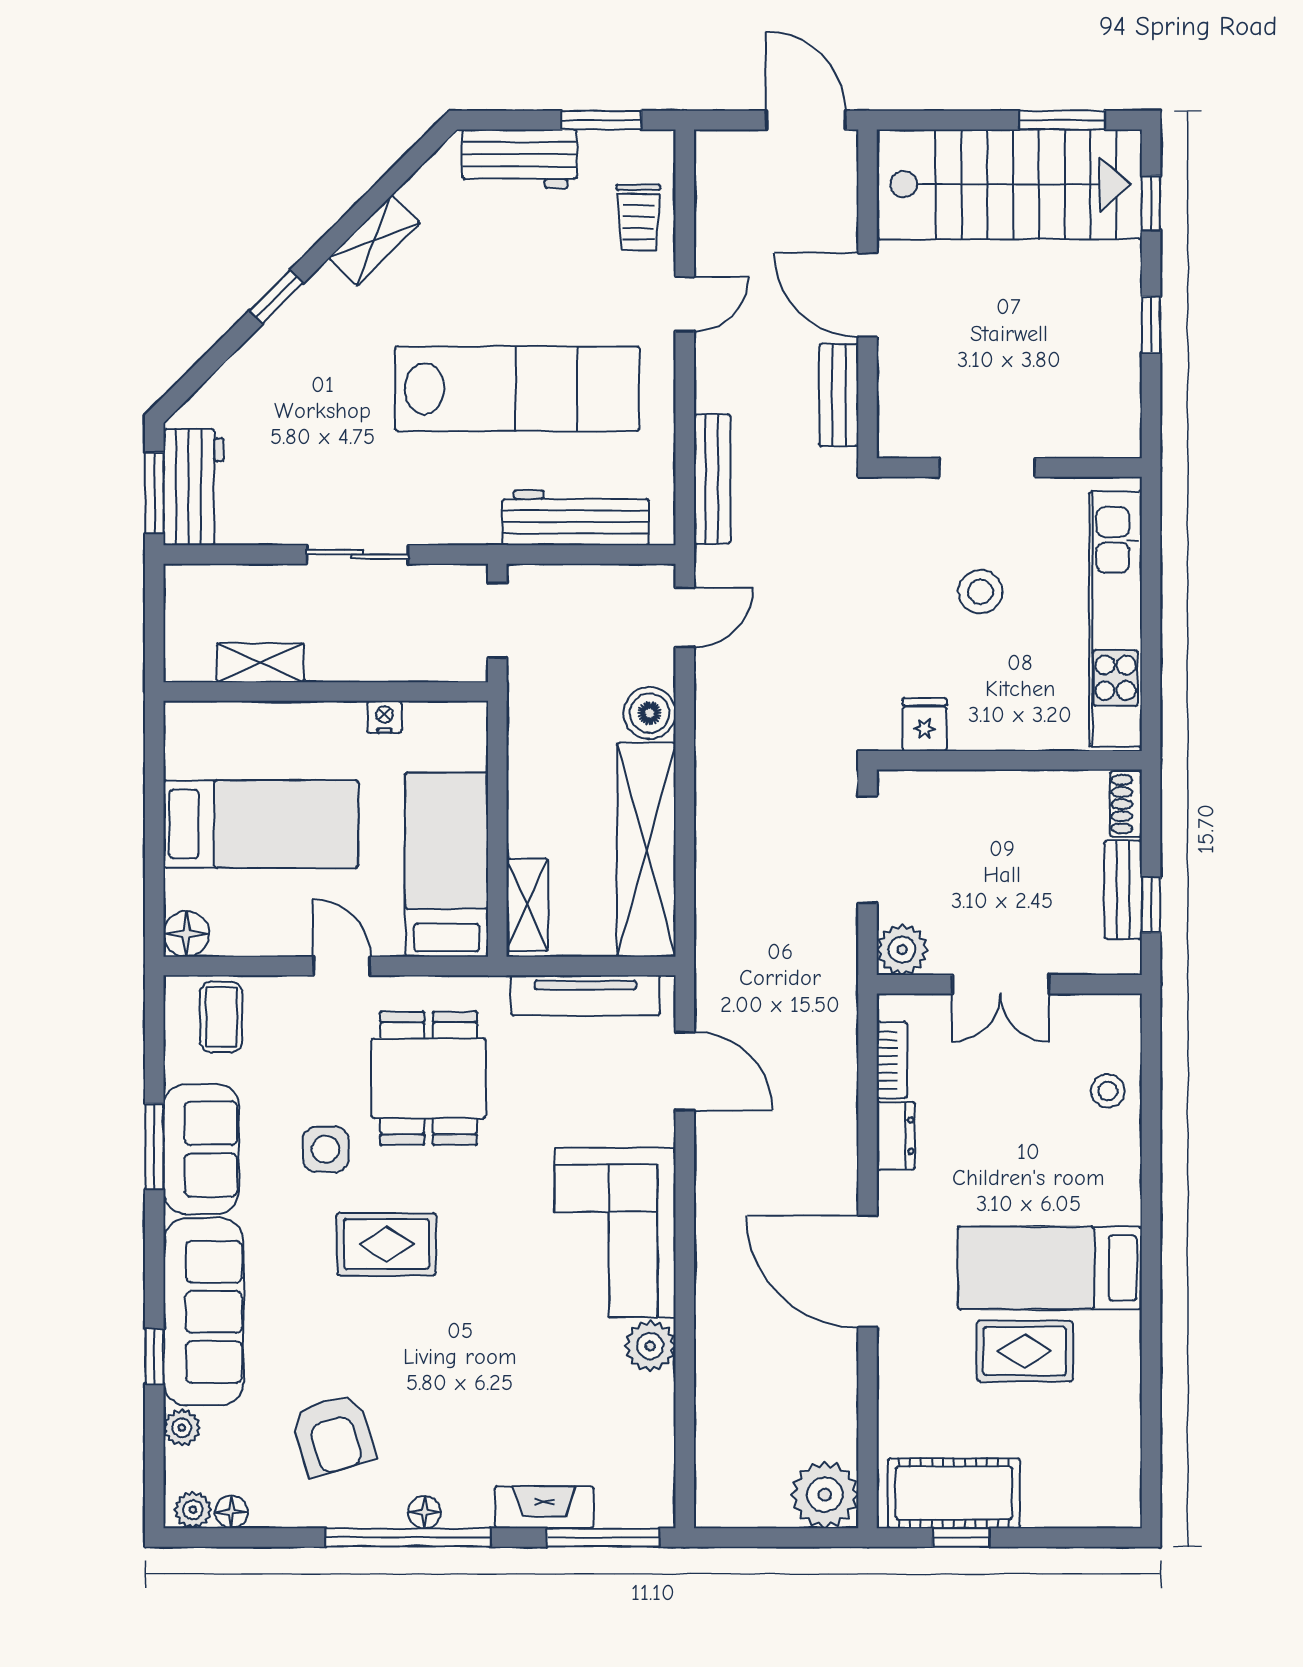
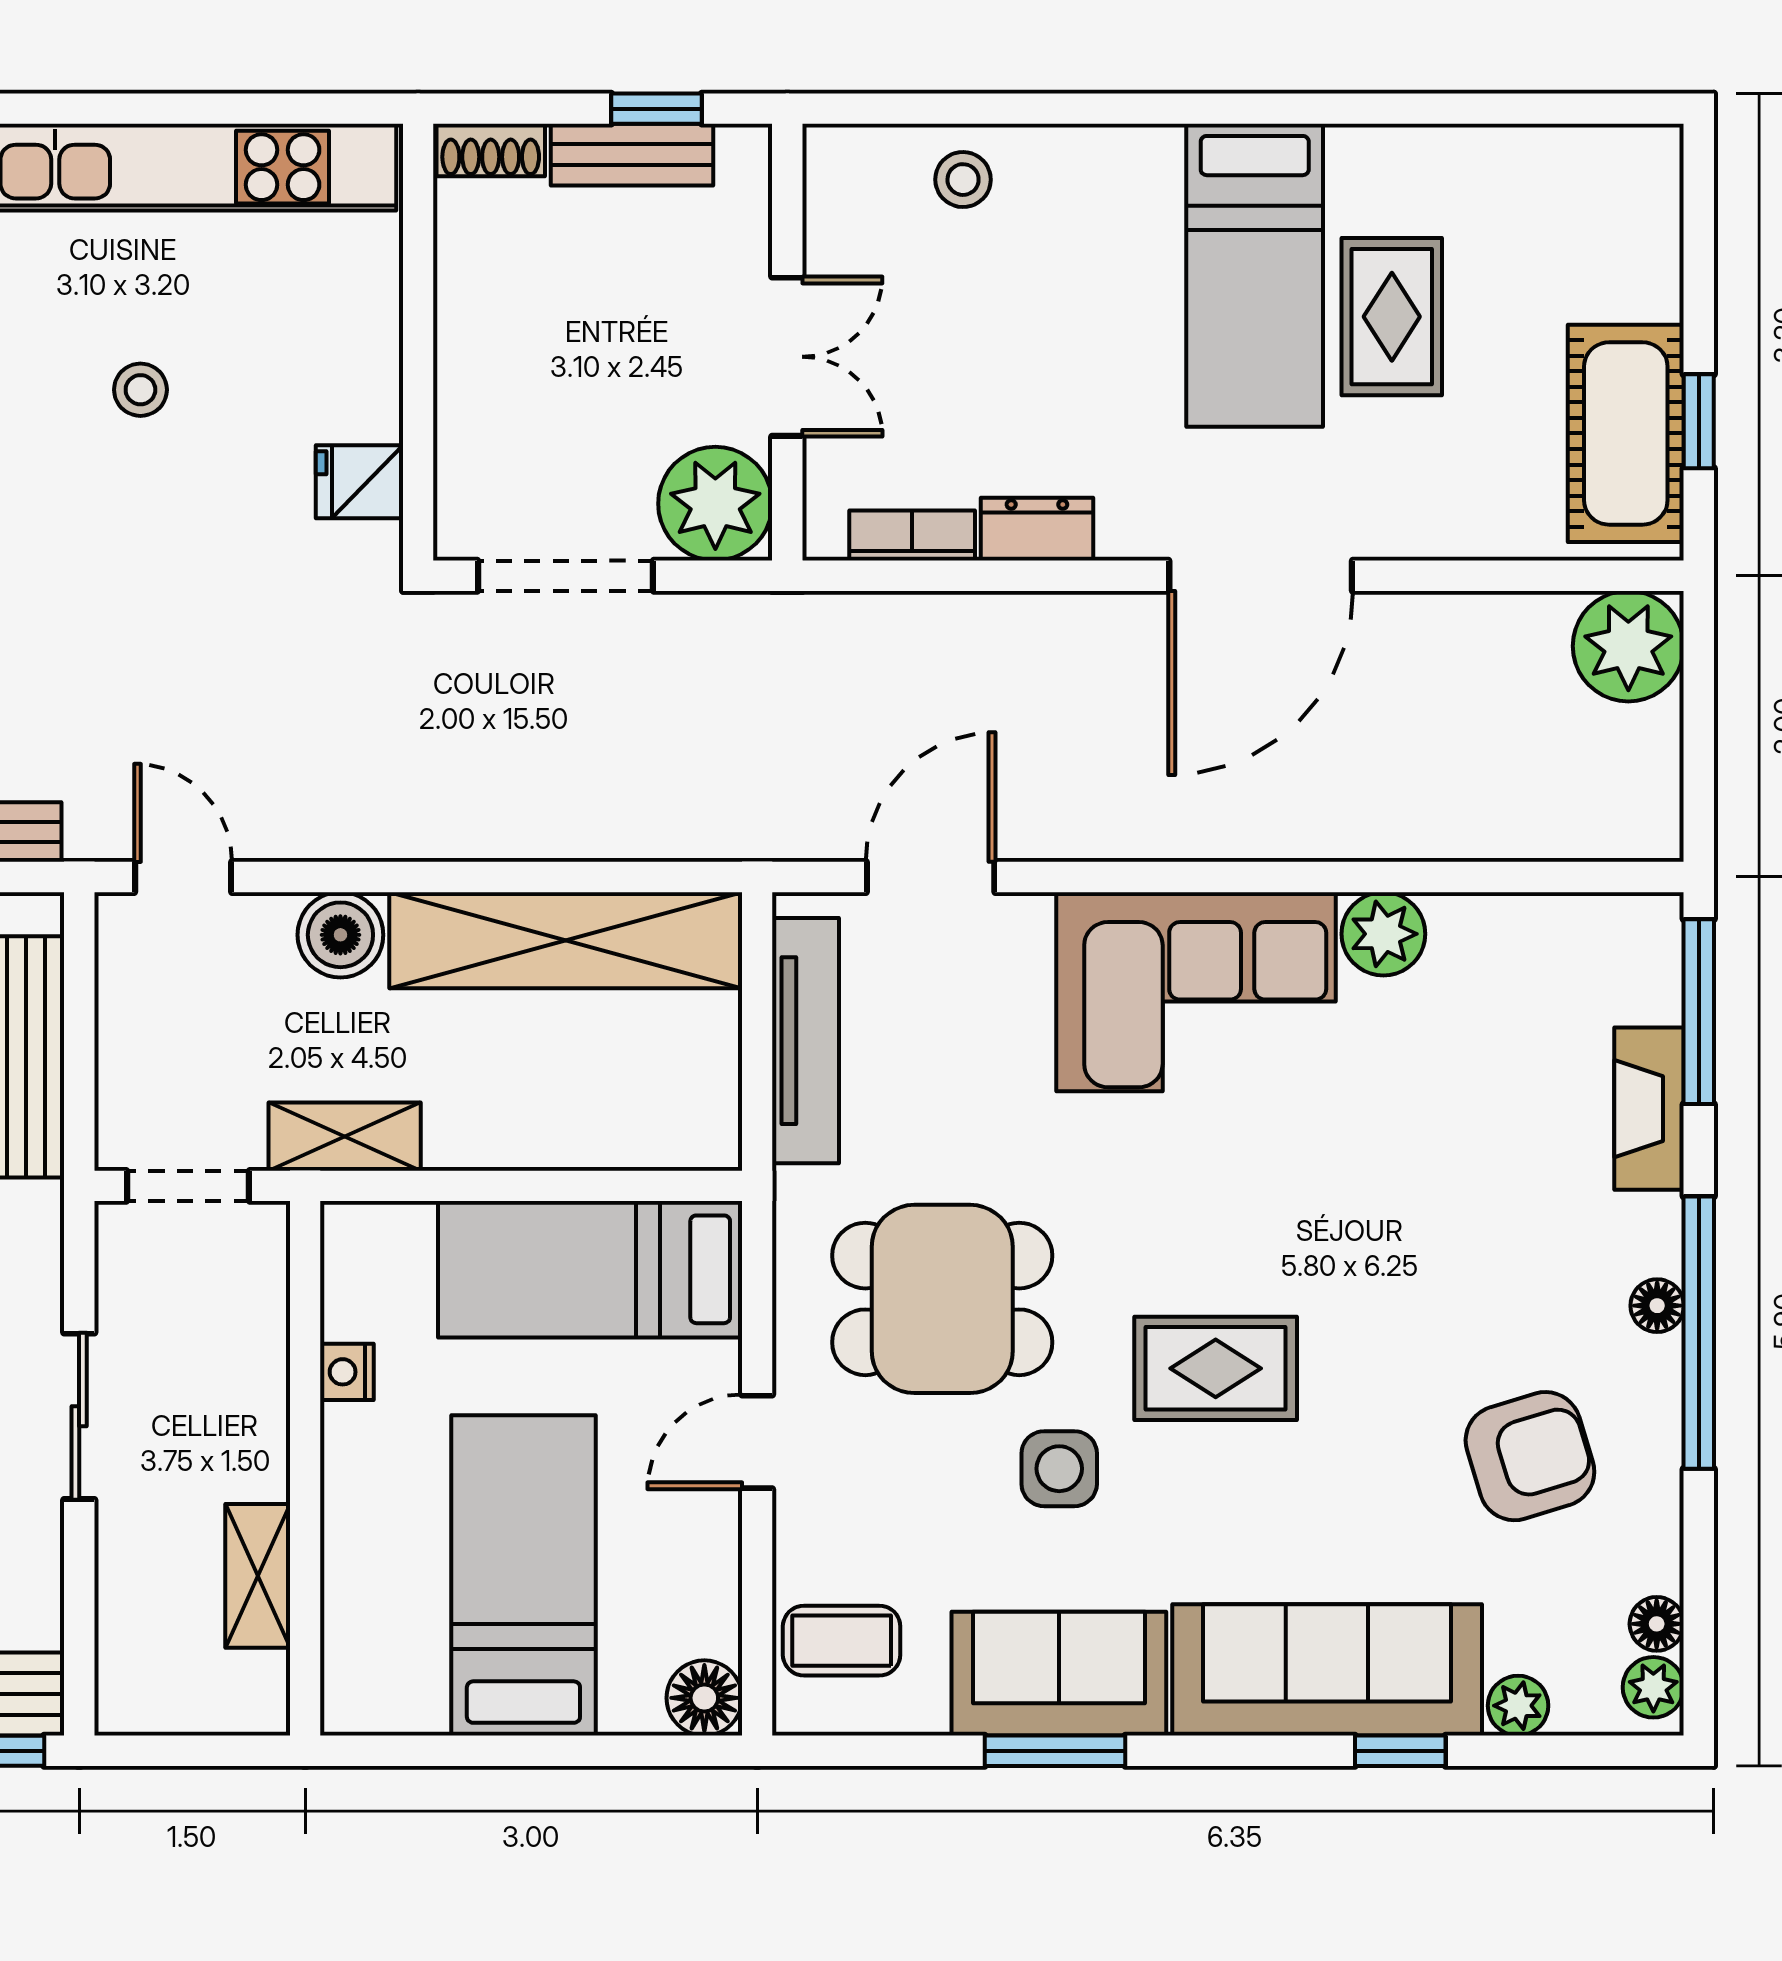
stool: (980, 592) -> (140, 390), width x0.73, depth x0.73
shelving: (527, 905) -> (345, 1137), moved
plant: (902, 950) -> (715, 504), width x1.36, depth x1.36
rug: (387, 1244) -> (1216, 1368), turned 90

